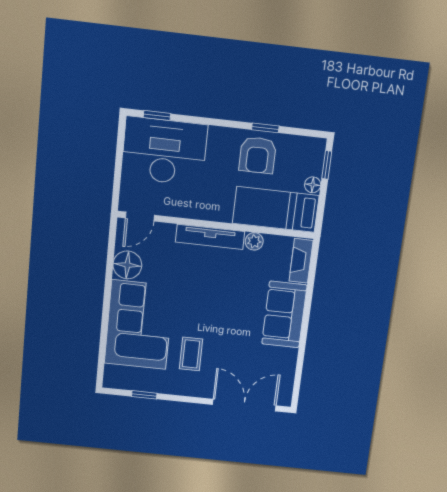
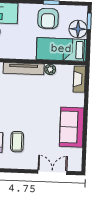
floor lamp: (313, 185) -> (78, 29), width x1.89, depth x1.89
sofa: (284, 314) -> (72, 127), moved
double door: (244, 405) -> (52, 172), width x0.73

